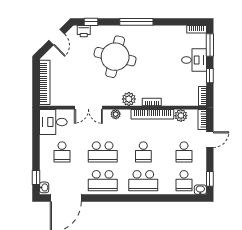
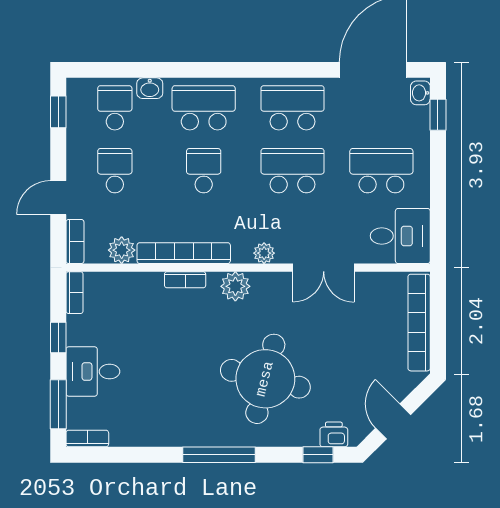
double door: (88, 108) -> (324, 268), swing flipped
school desk: (62, 152) -> (381, 171), width x1.85
washbasin: (200, 190) -> (150, 88), moved

